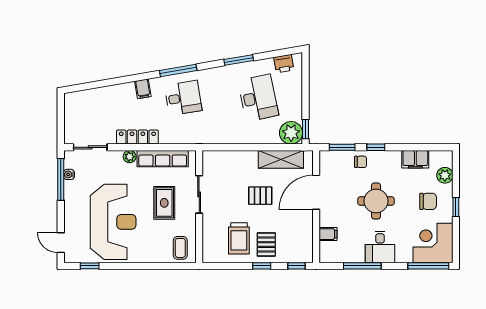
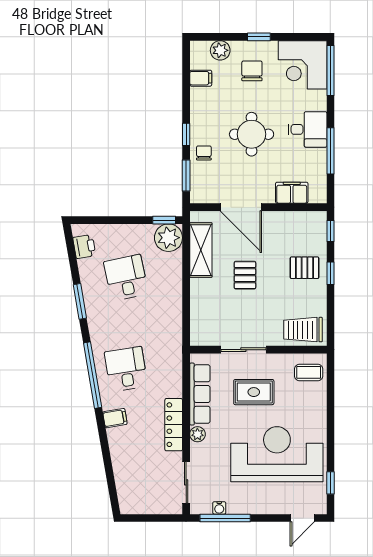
window: (178, 70) -> (93, 375), width x1.46
desk: (258, 98) -> (126, 278), width x0.73
filing cabinet: (415, 159) -> (201, 78), width x0.50
filing cabinet: (328, 234) -> (292, 193), width x2.00
trolley: (239, 238) -> (303, 330), moved, turned 180

